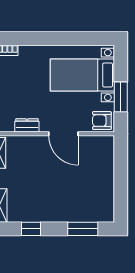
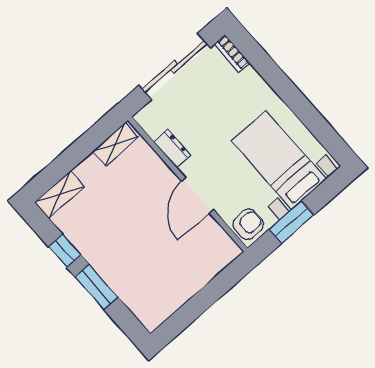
armchair: (102, 121) -> (248, 224), turned 90
window: (83, 229) -> (96, 287), moved

